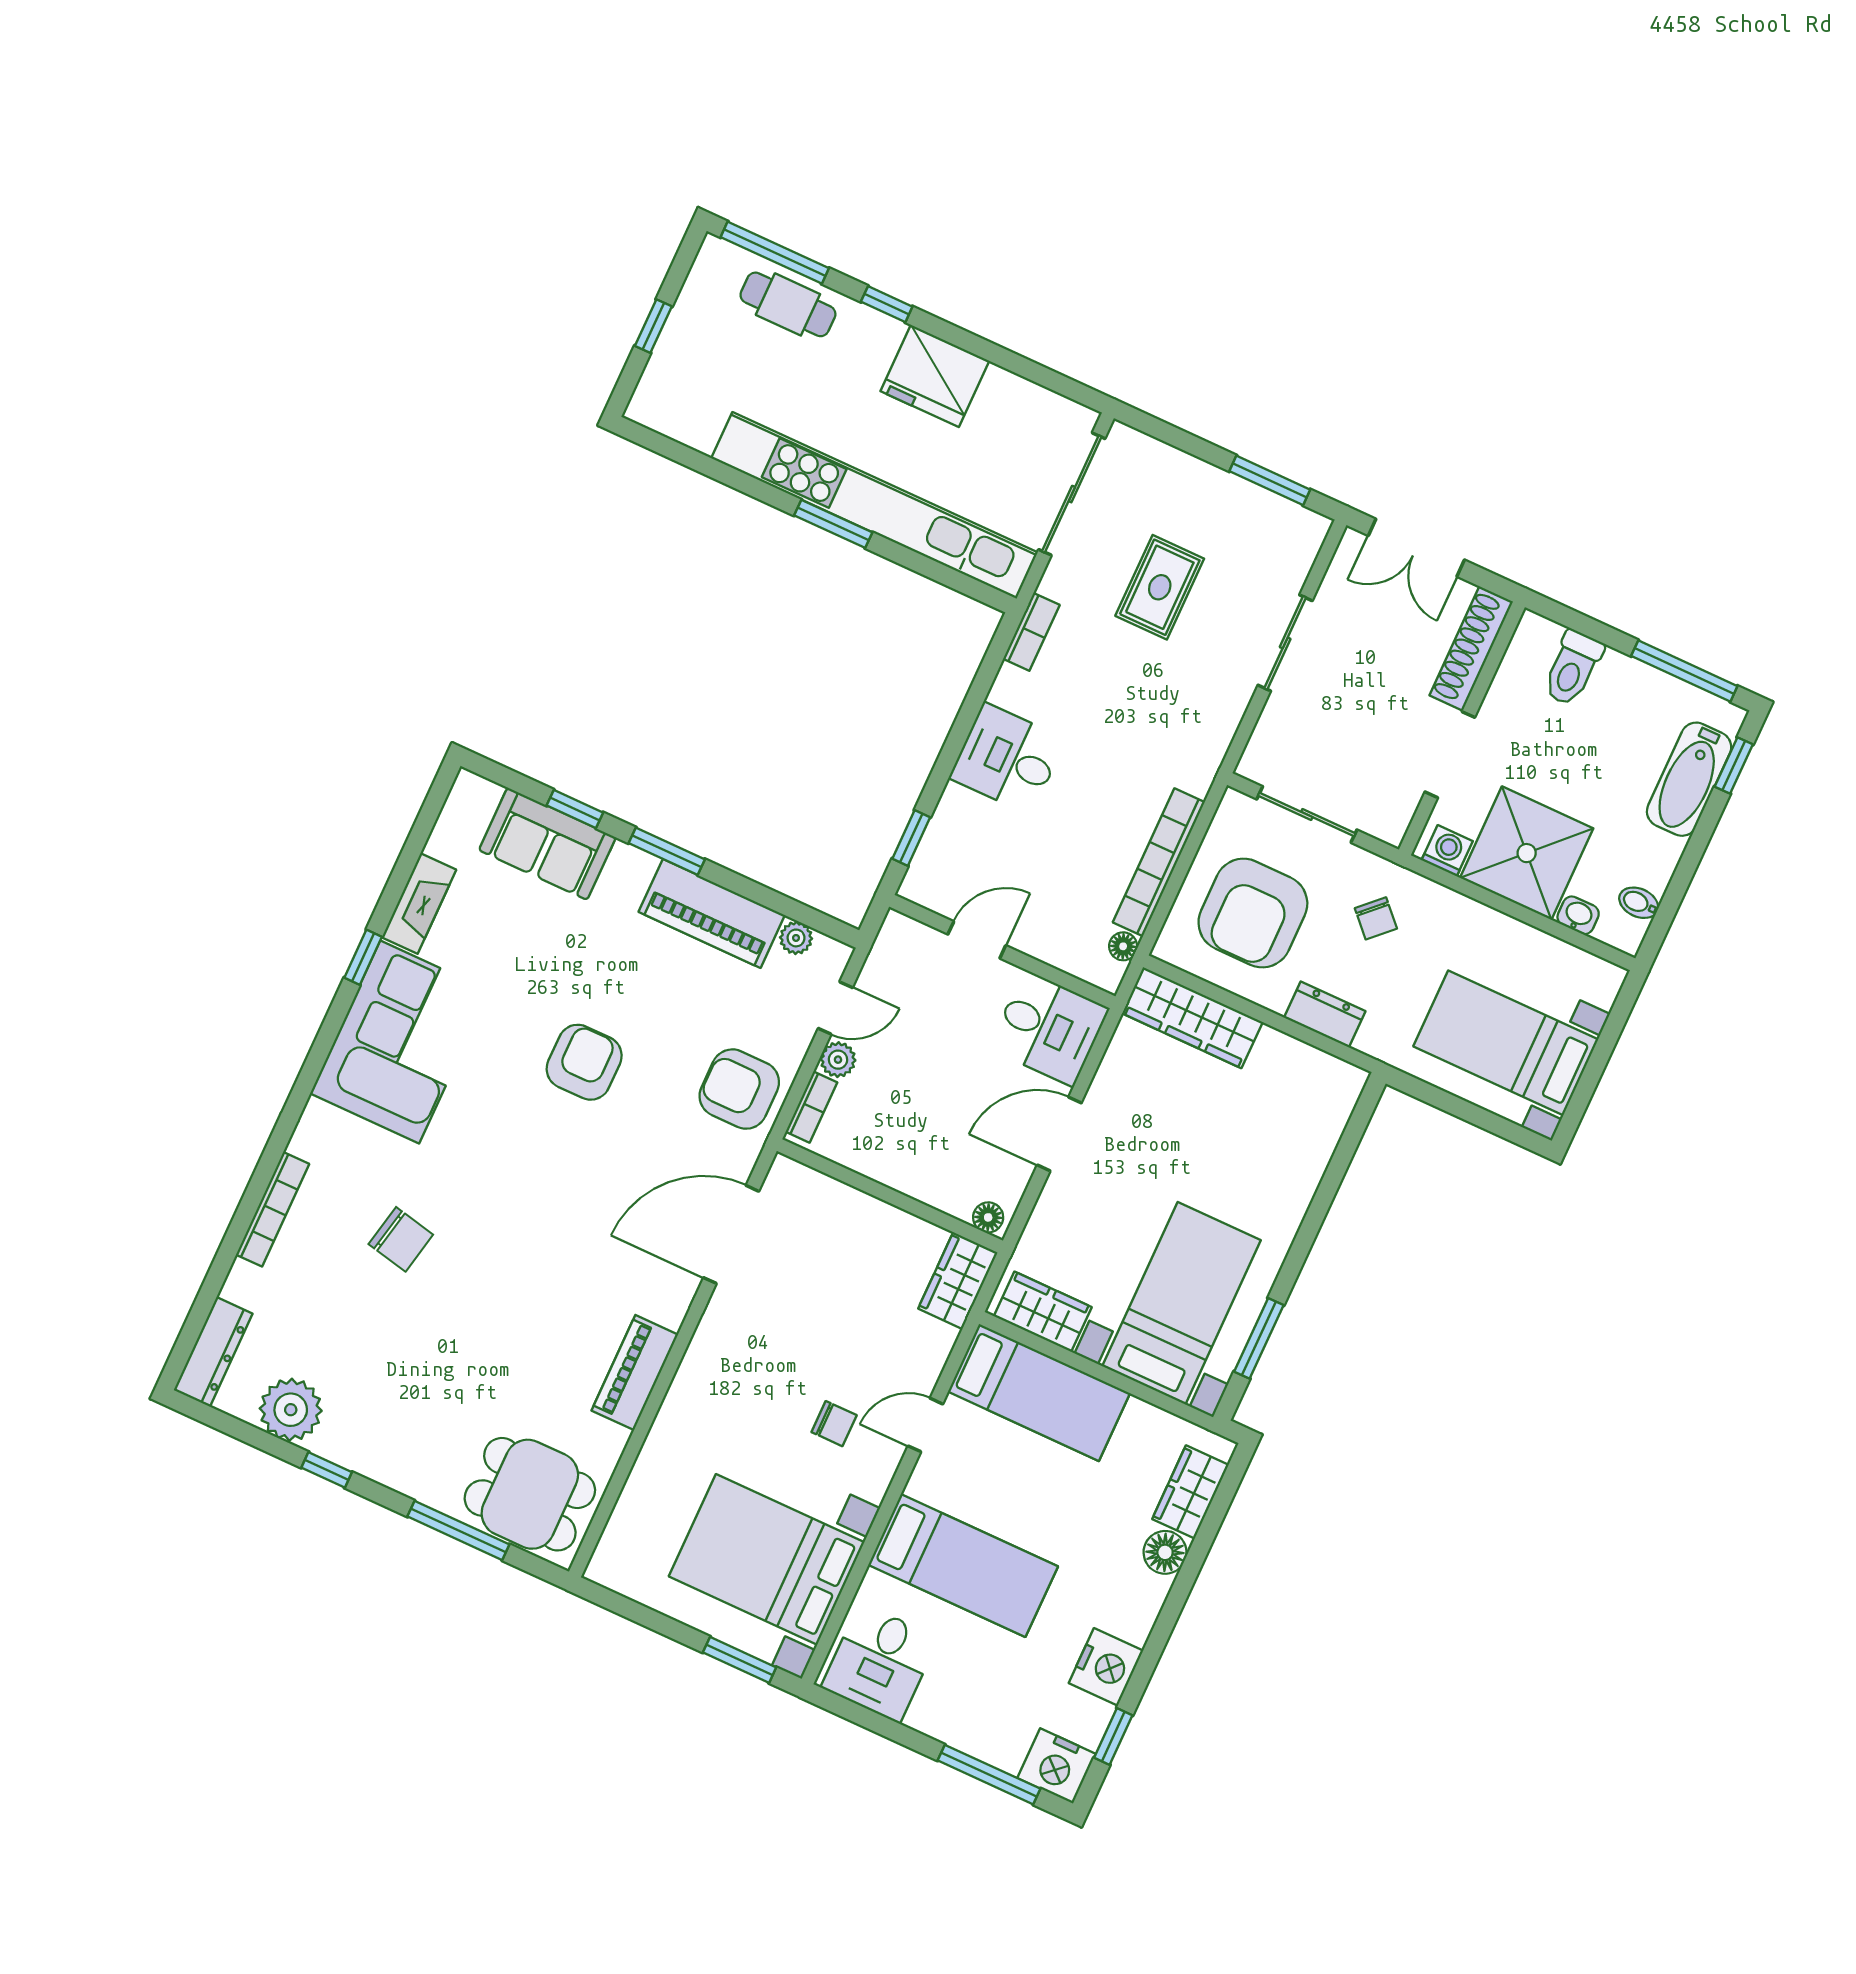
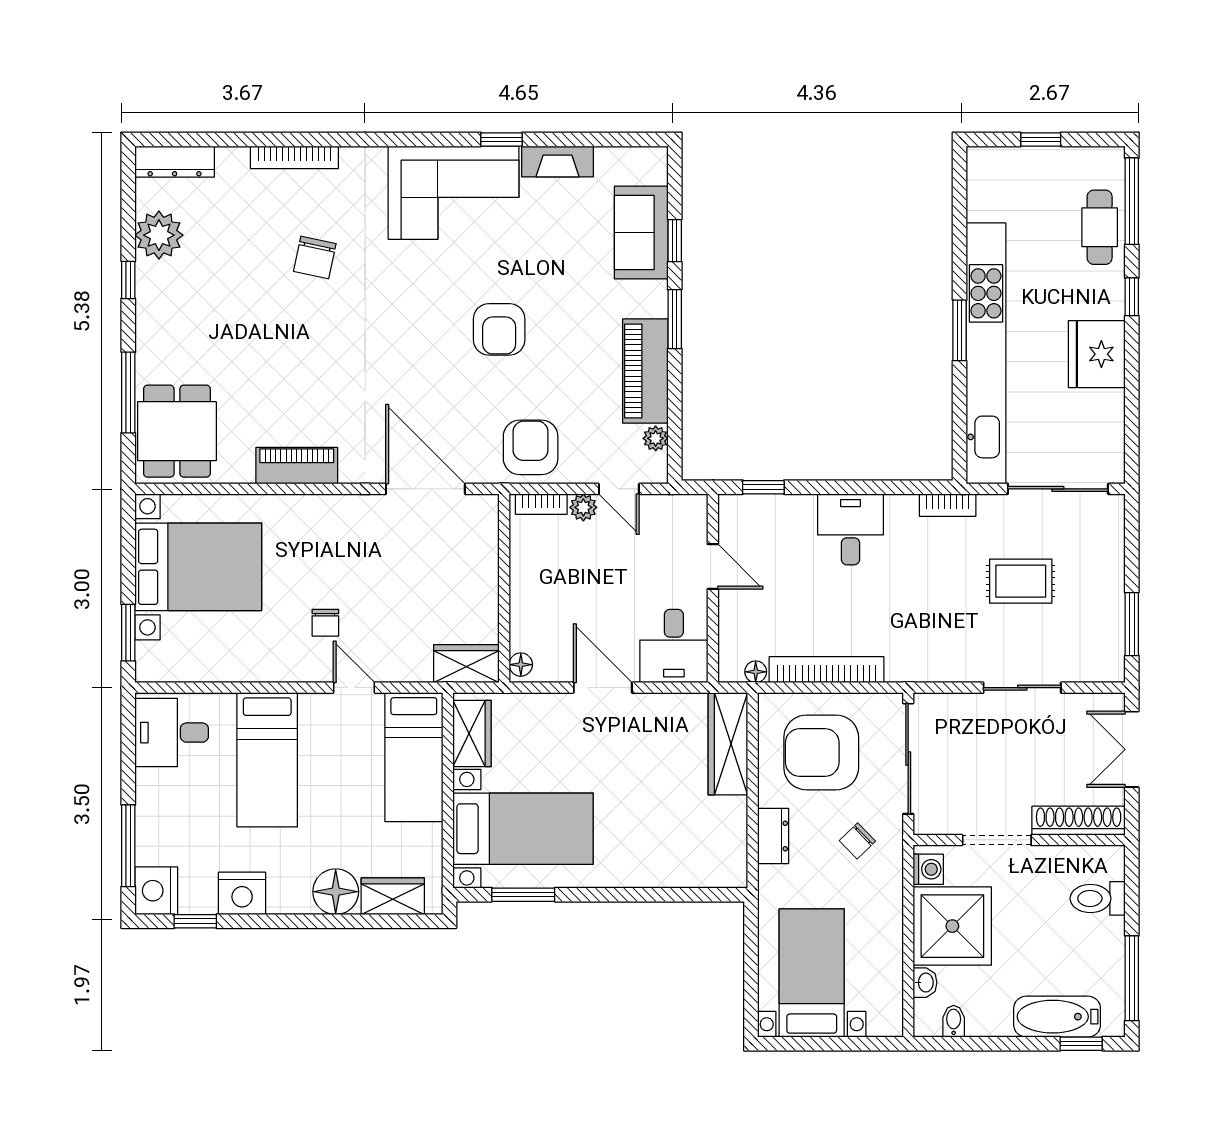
sliding door: (1307, 814) -> (908, 759), width x1.37
armchair: (584, 1062) -> (499, 329), turned 90
floor lamp: (1165, 1552) -> (336, 892), width x1.38, depth x1.38
bed with nightstands: (767, 1559) -> (198, 567), moved, turned 90

